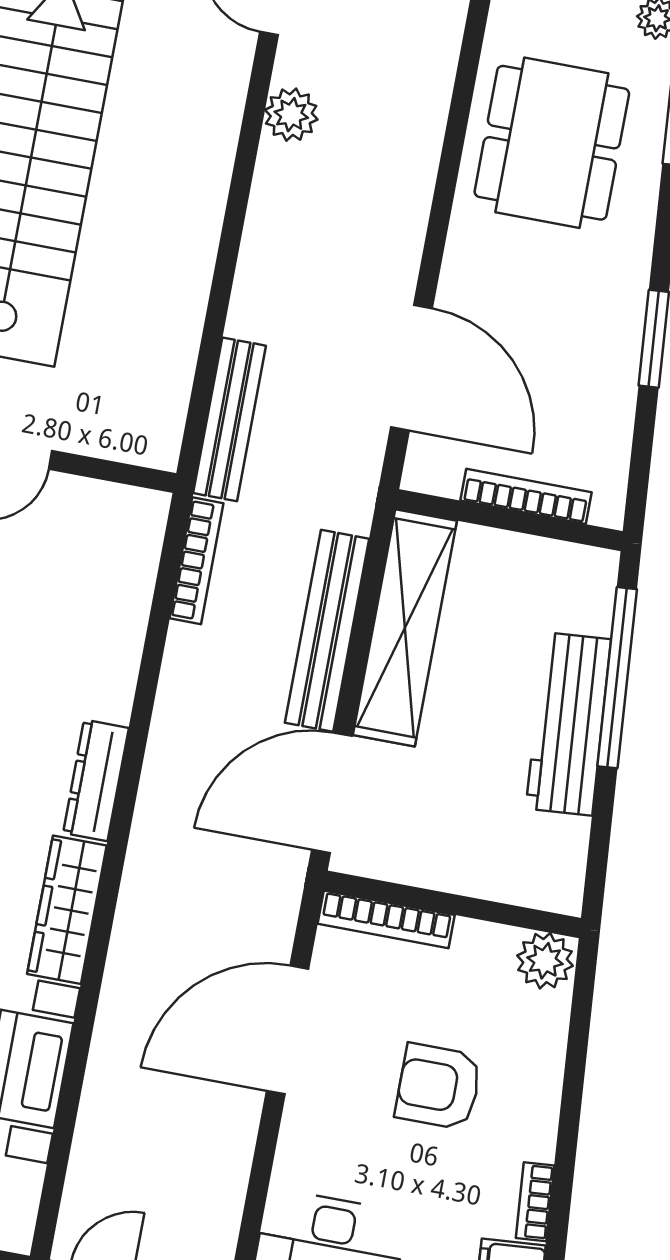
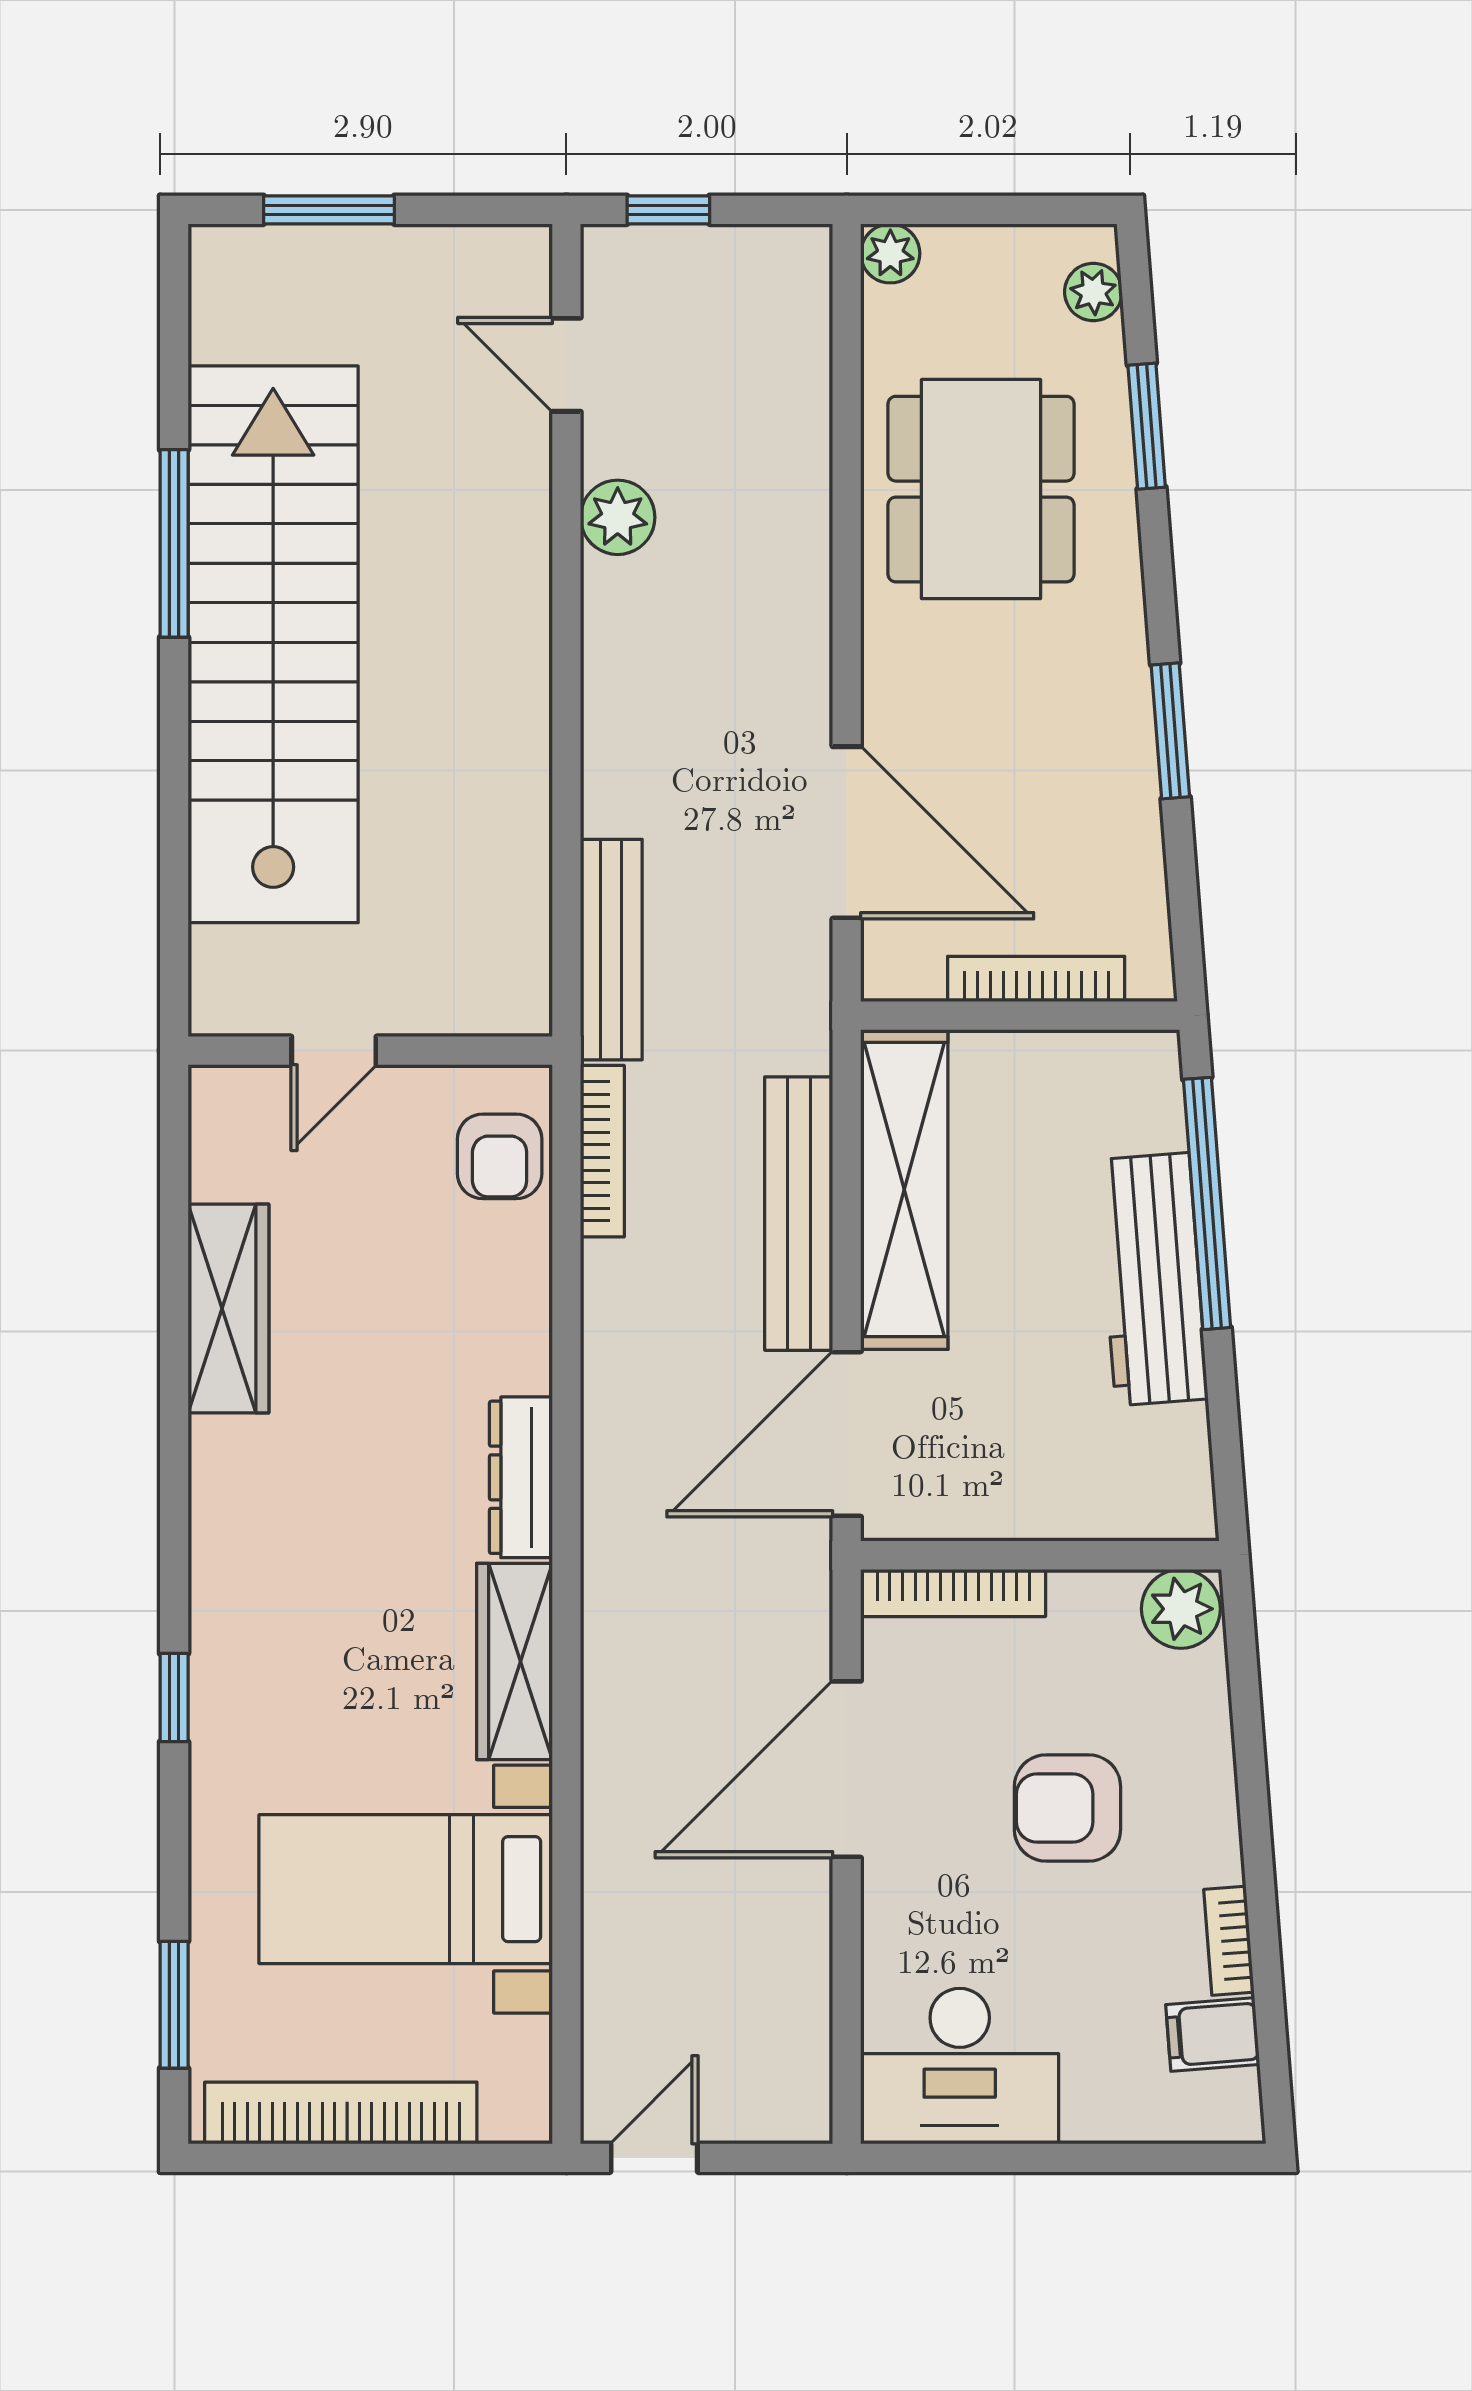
armchair: (123, 551) -> (500, 1156), added

